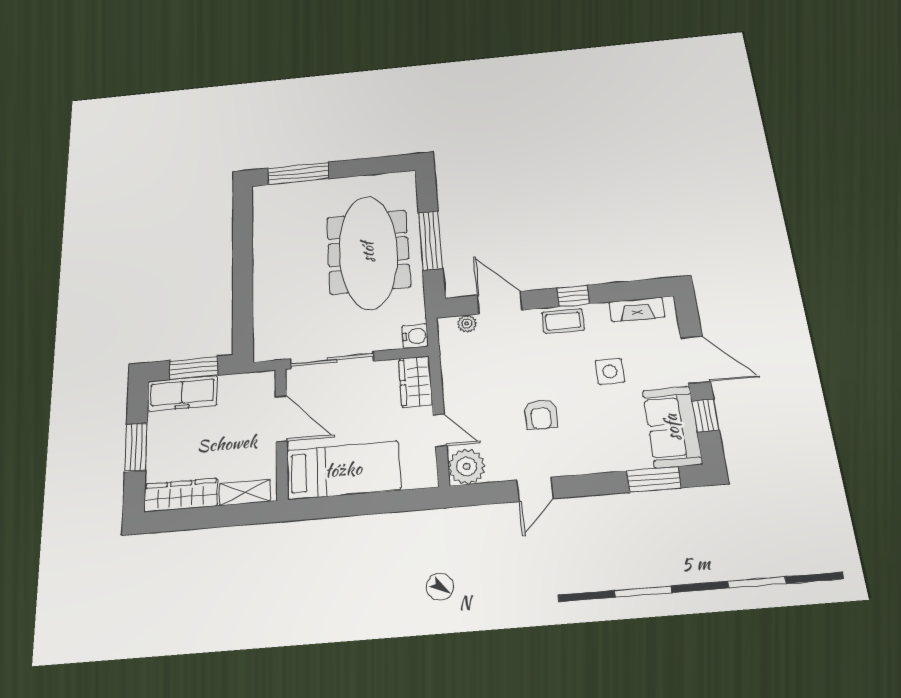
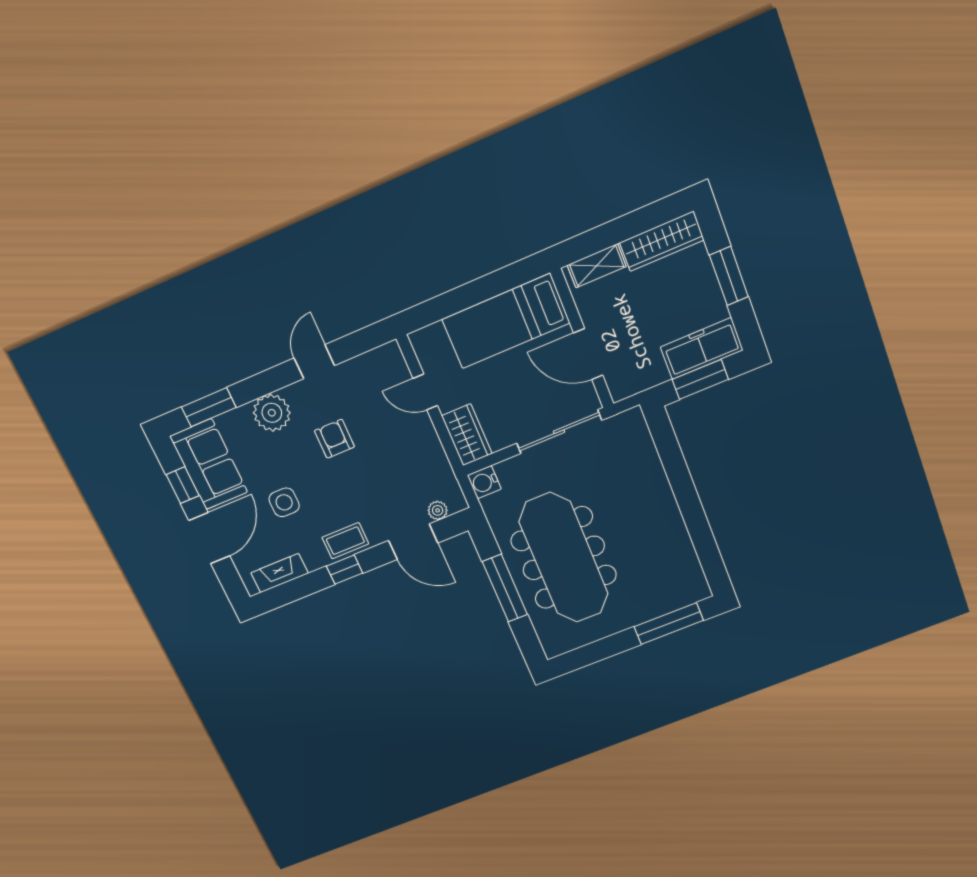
door: (695, 360) -> (209, 538), swing flipped
plant: (467, 467) -> (272, 413), moved

